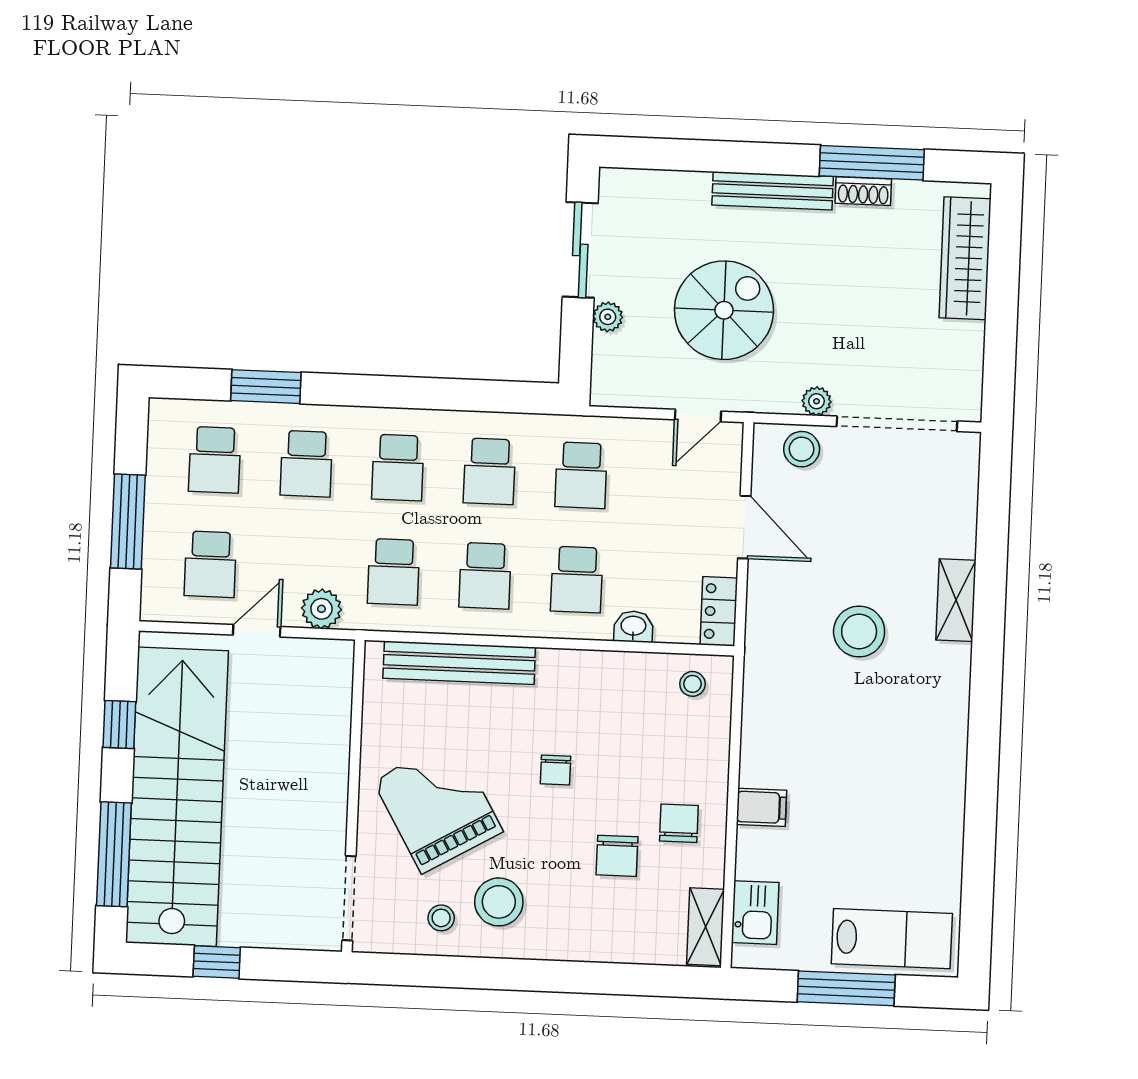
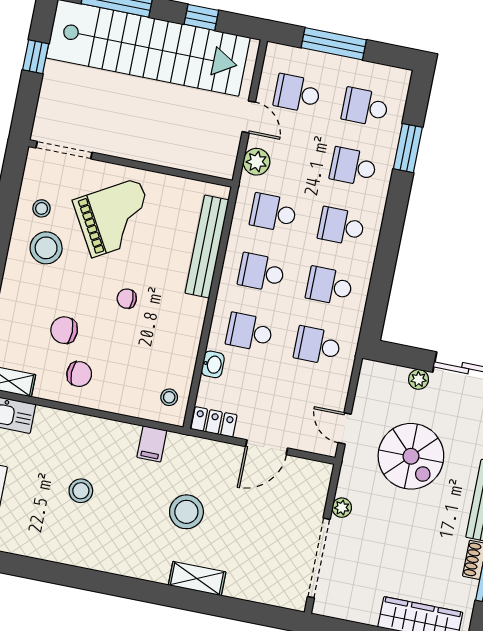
stool: (802, 449) -> (81, 491), moved
filing cabinet: (761, 807) -> (152, 444), moved

